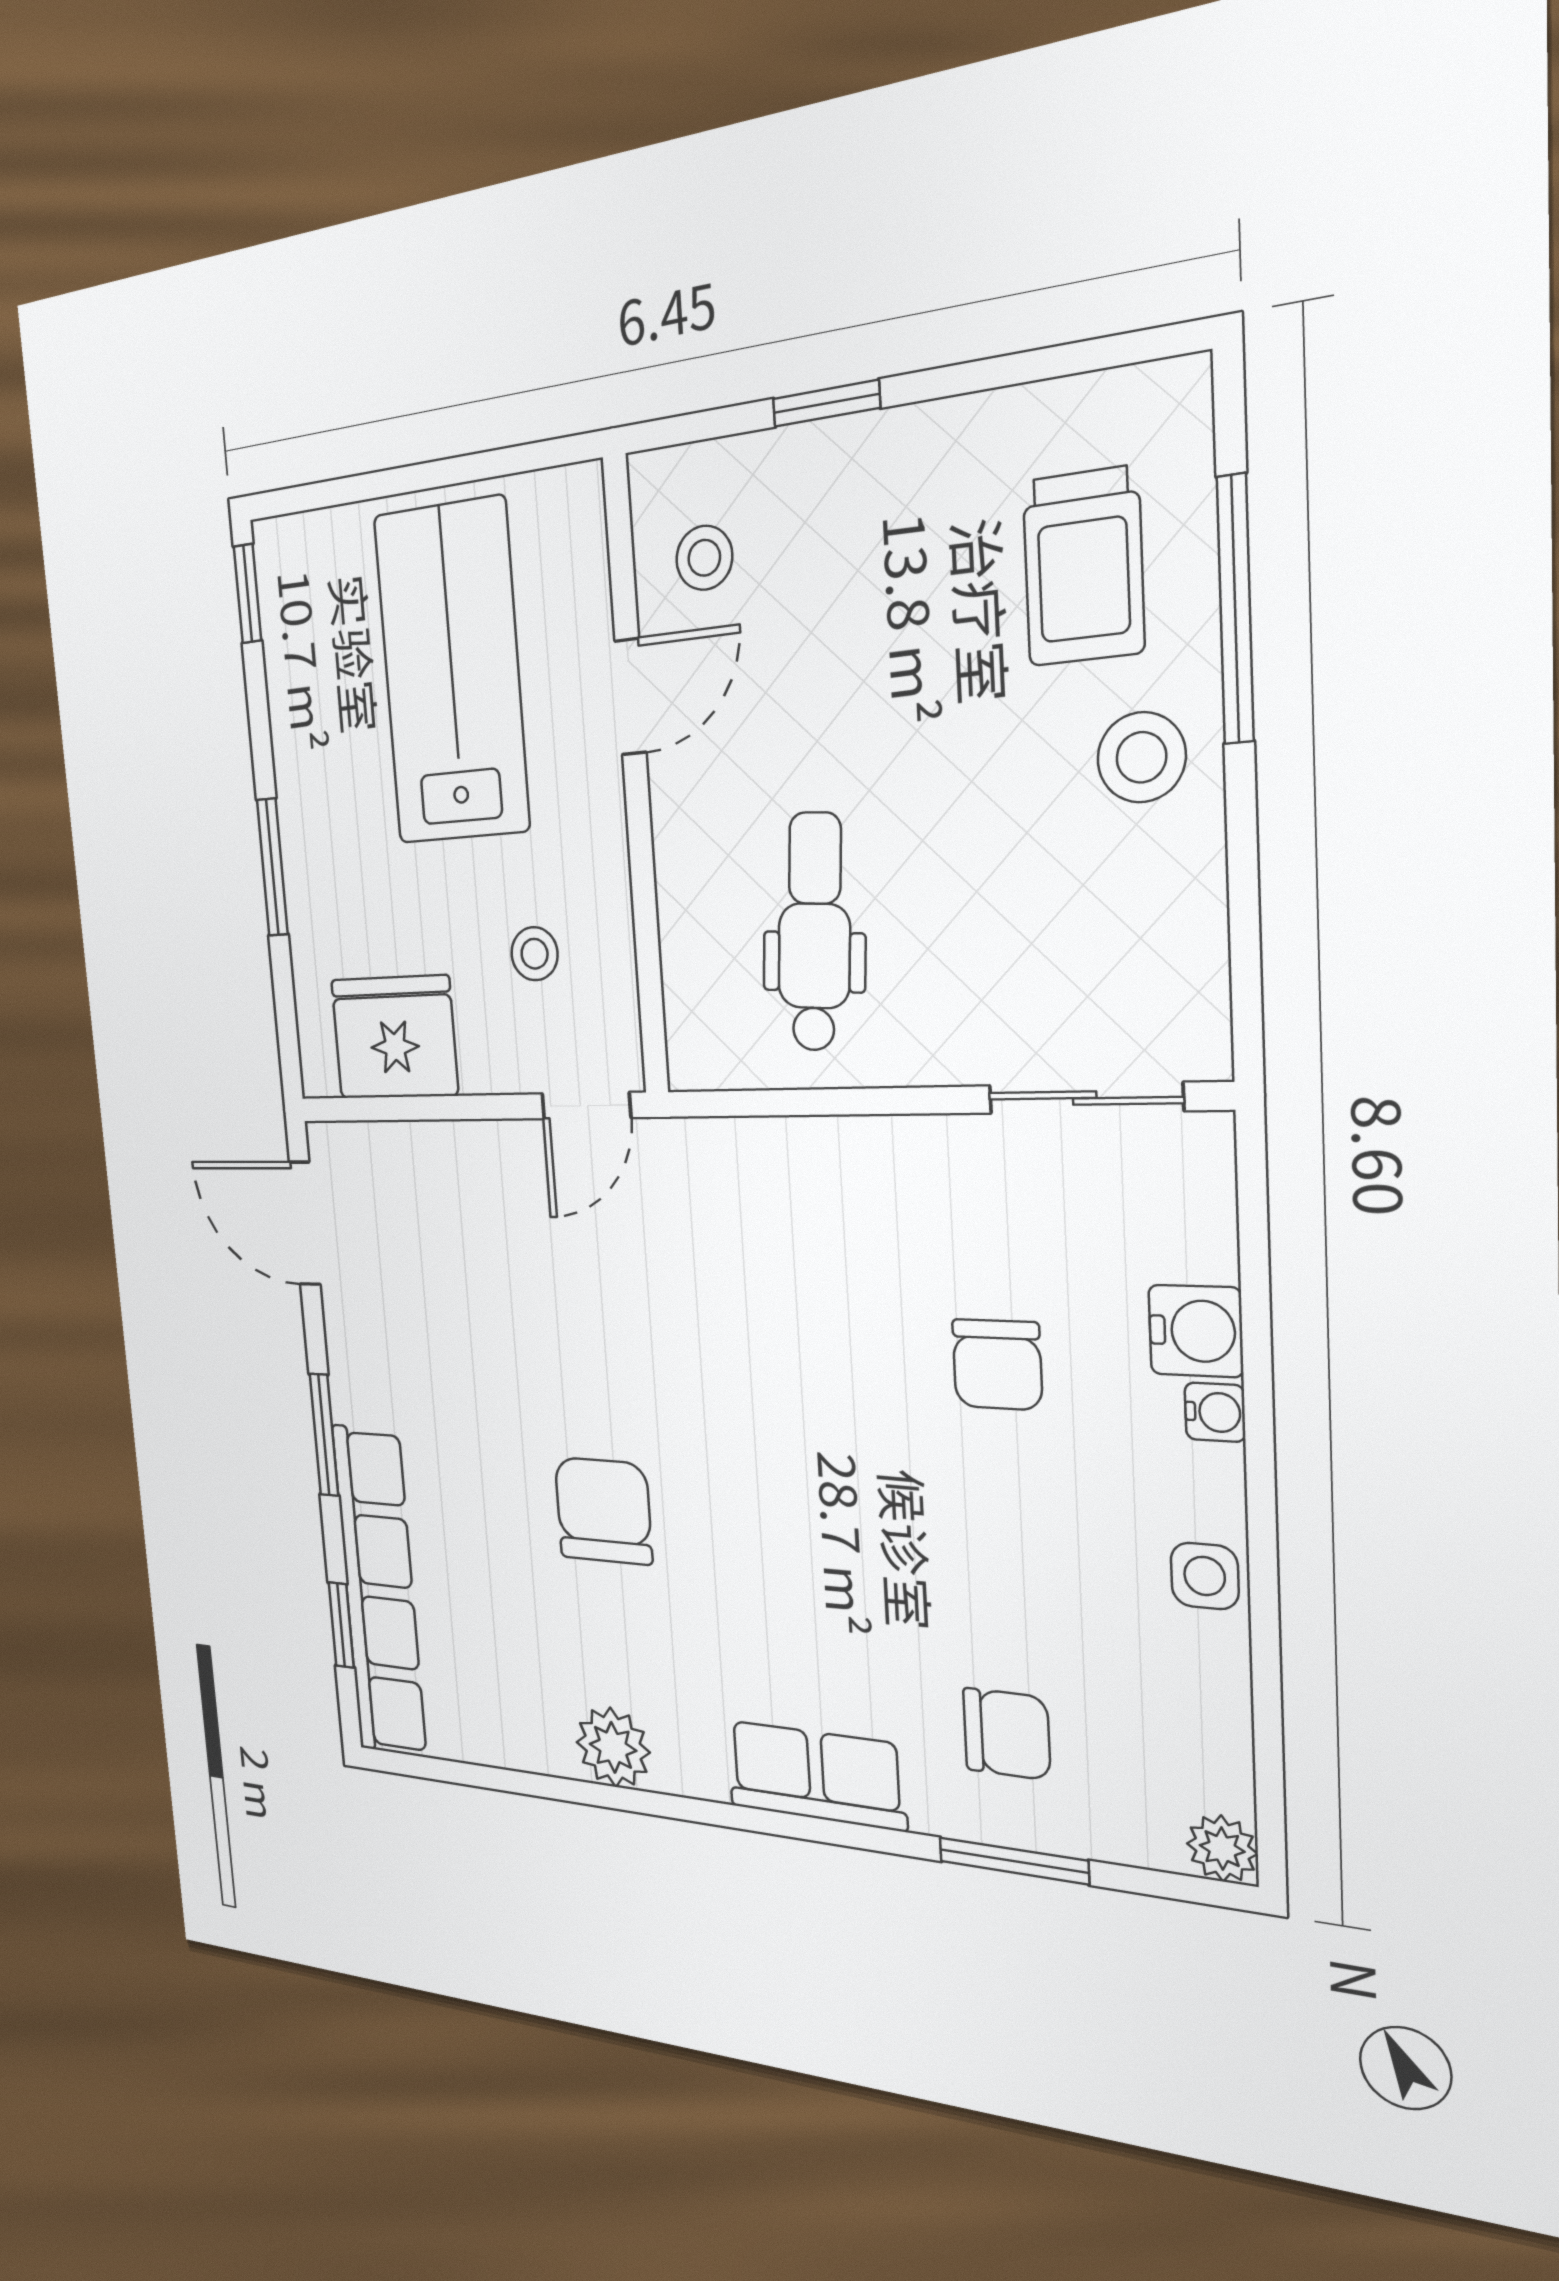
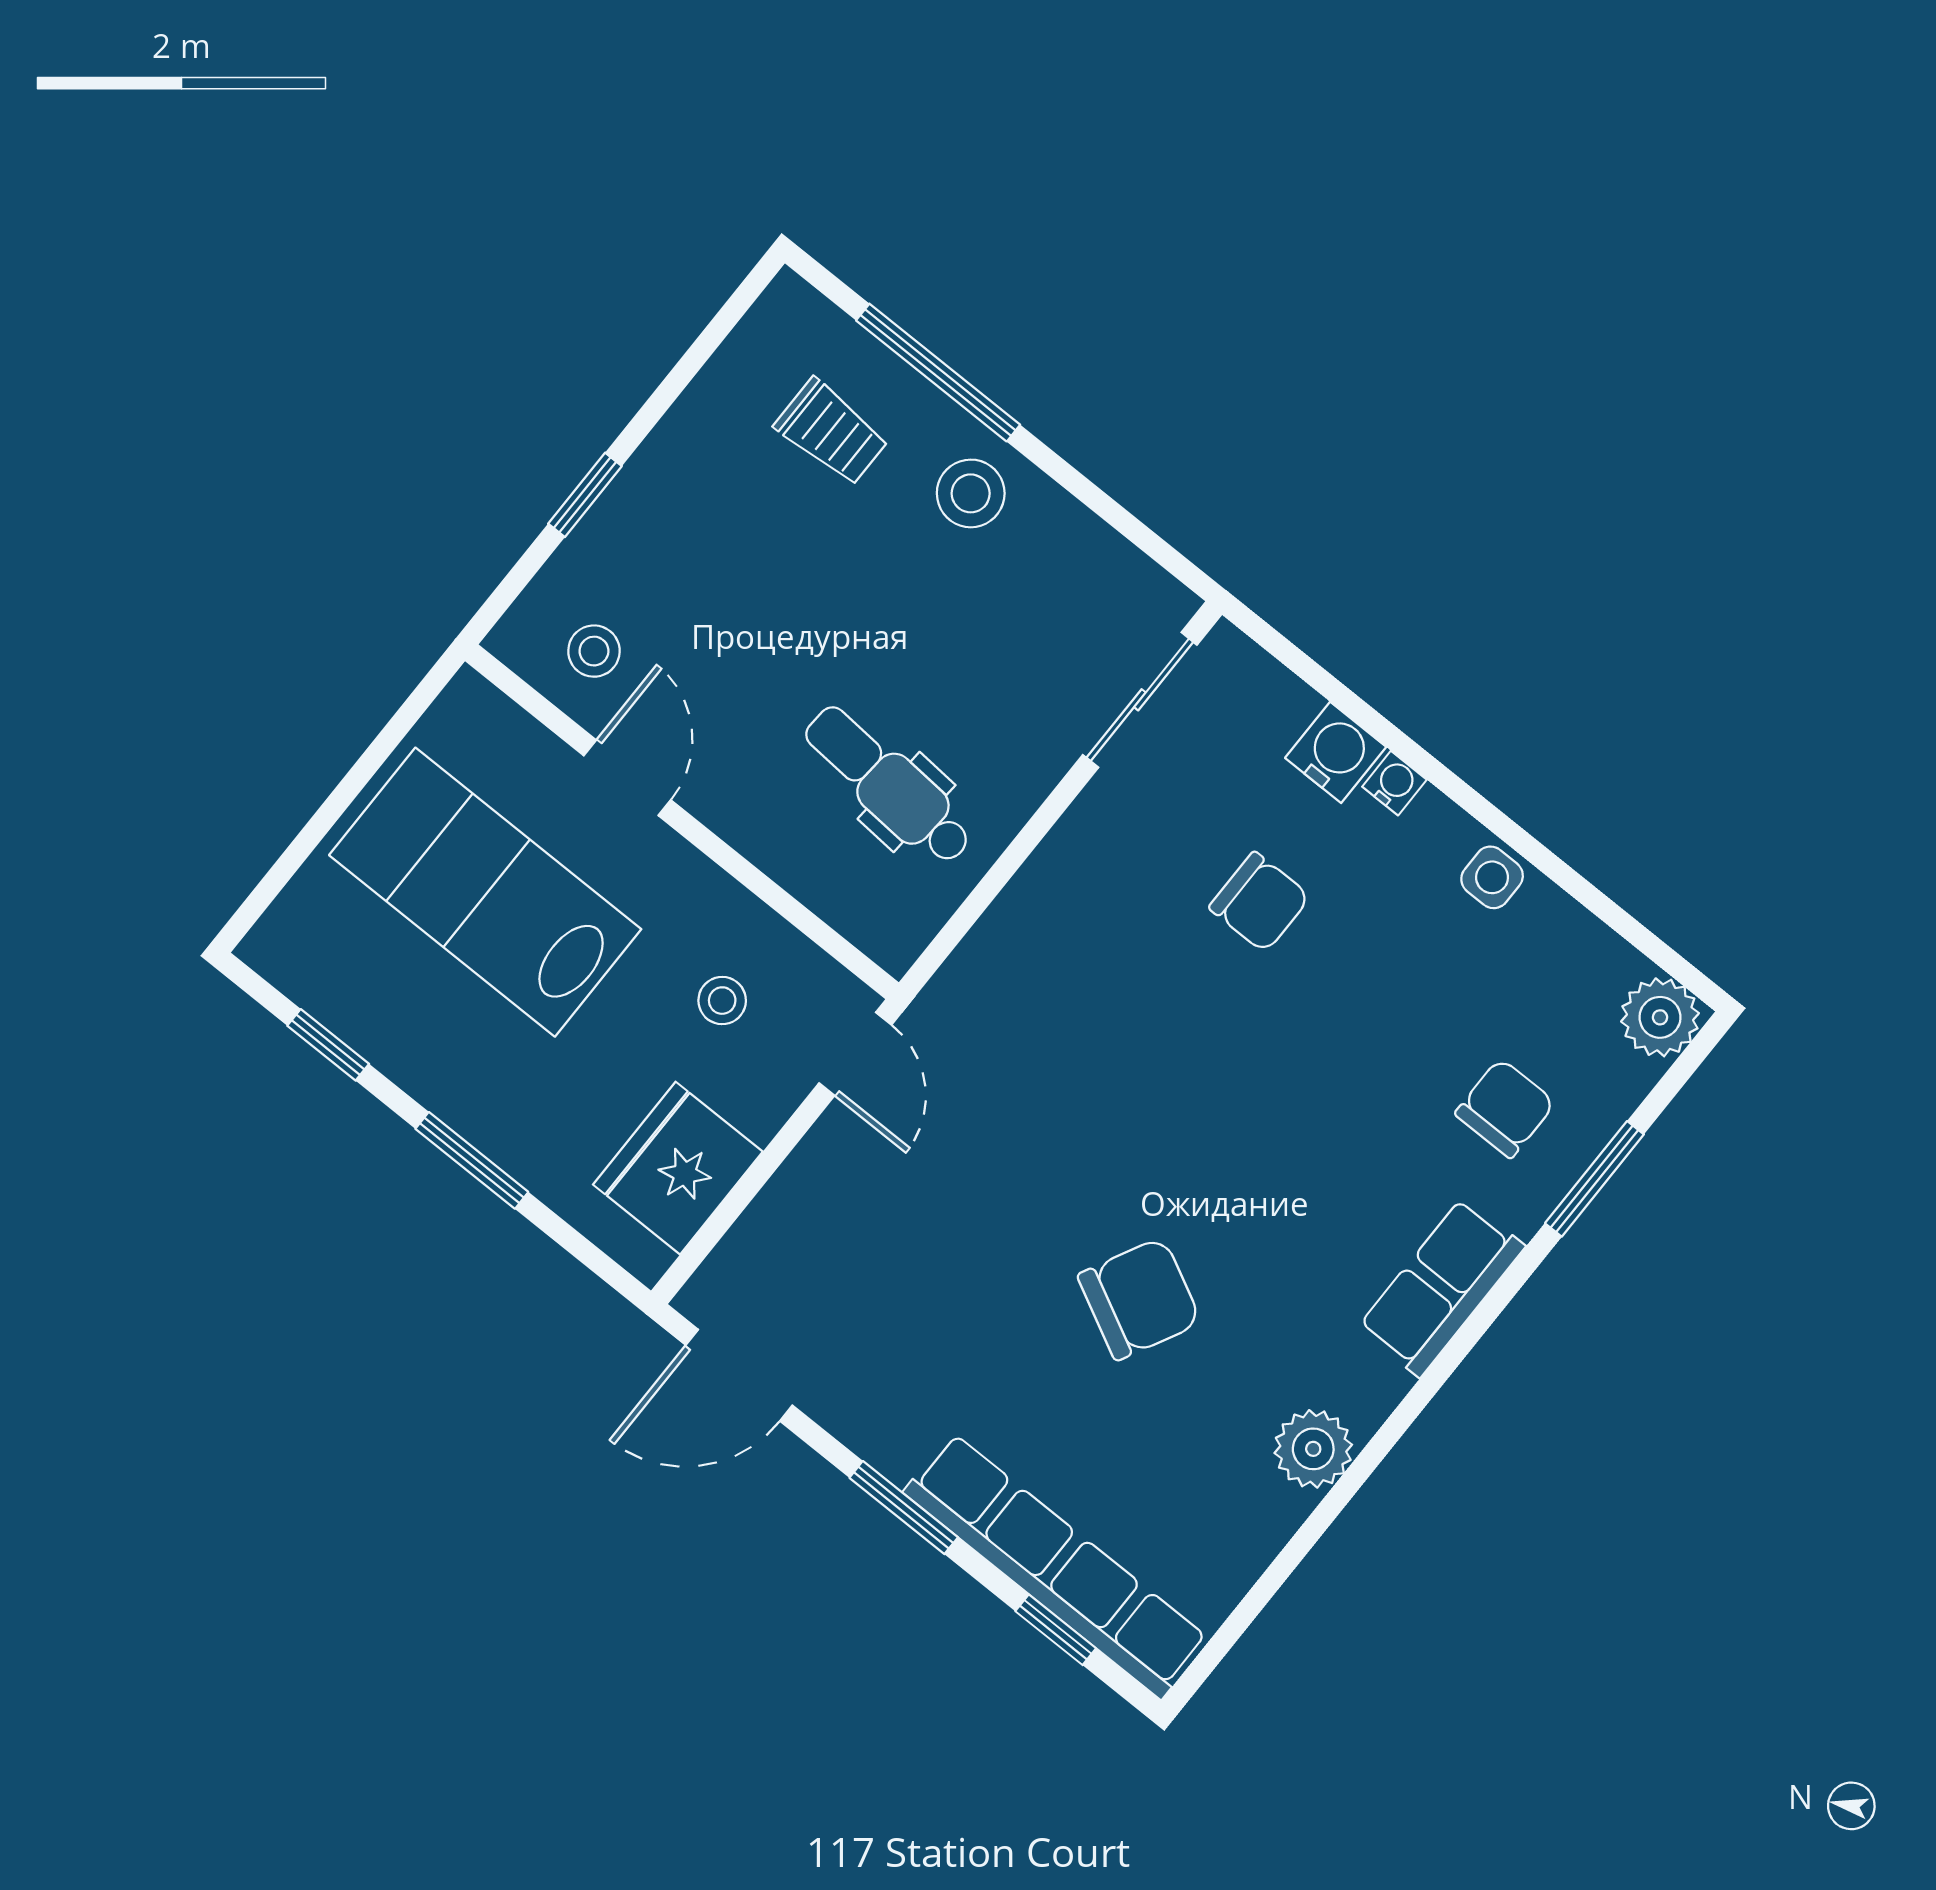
trolley: (1083, 567) -> (832, 432), width x0.73, depth x0.72
window: (248, 594) -> (328, 1045), moved
chair: (603, 1511) -> (1139, 1299), turned 117
plant: (1222, 1849) -> (1660, 1017), width x1.38, depth x1.38

